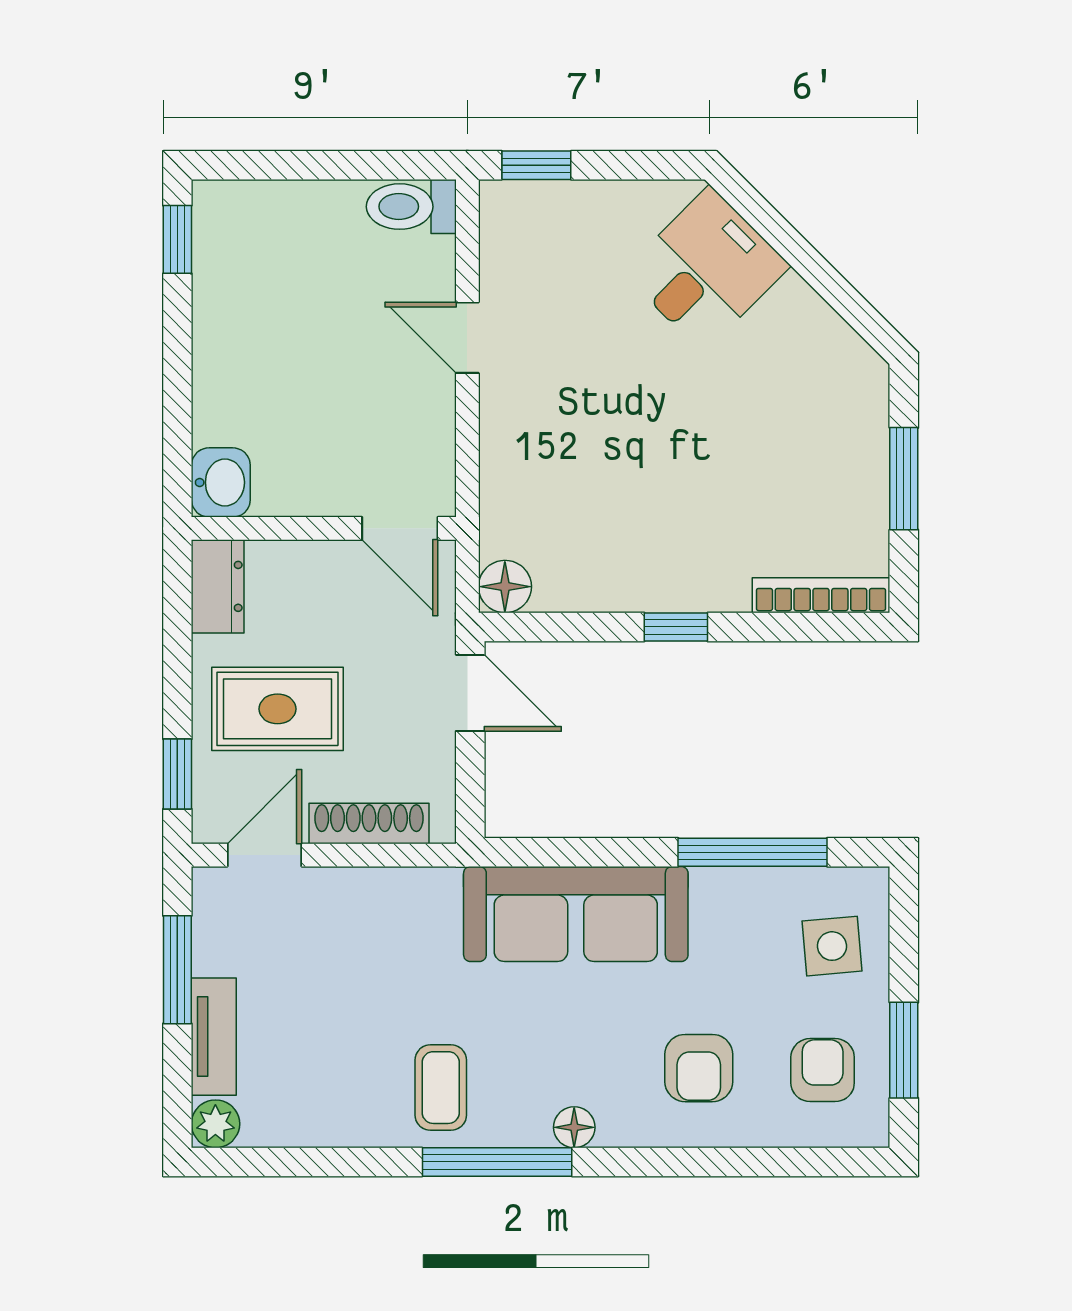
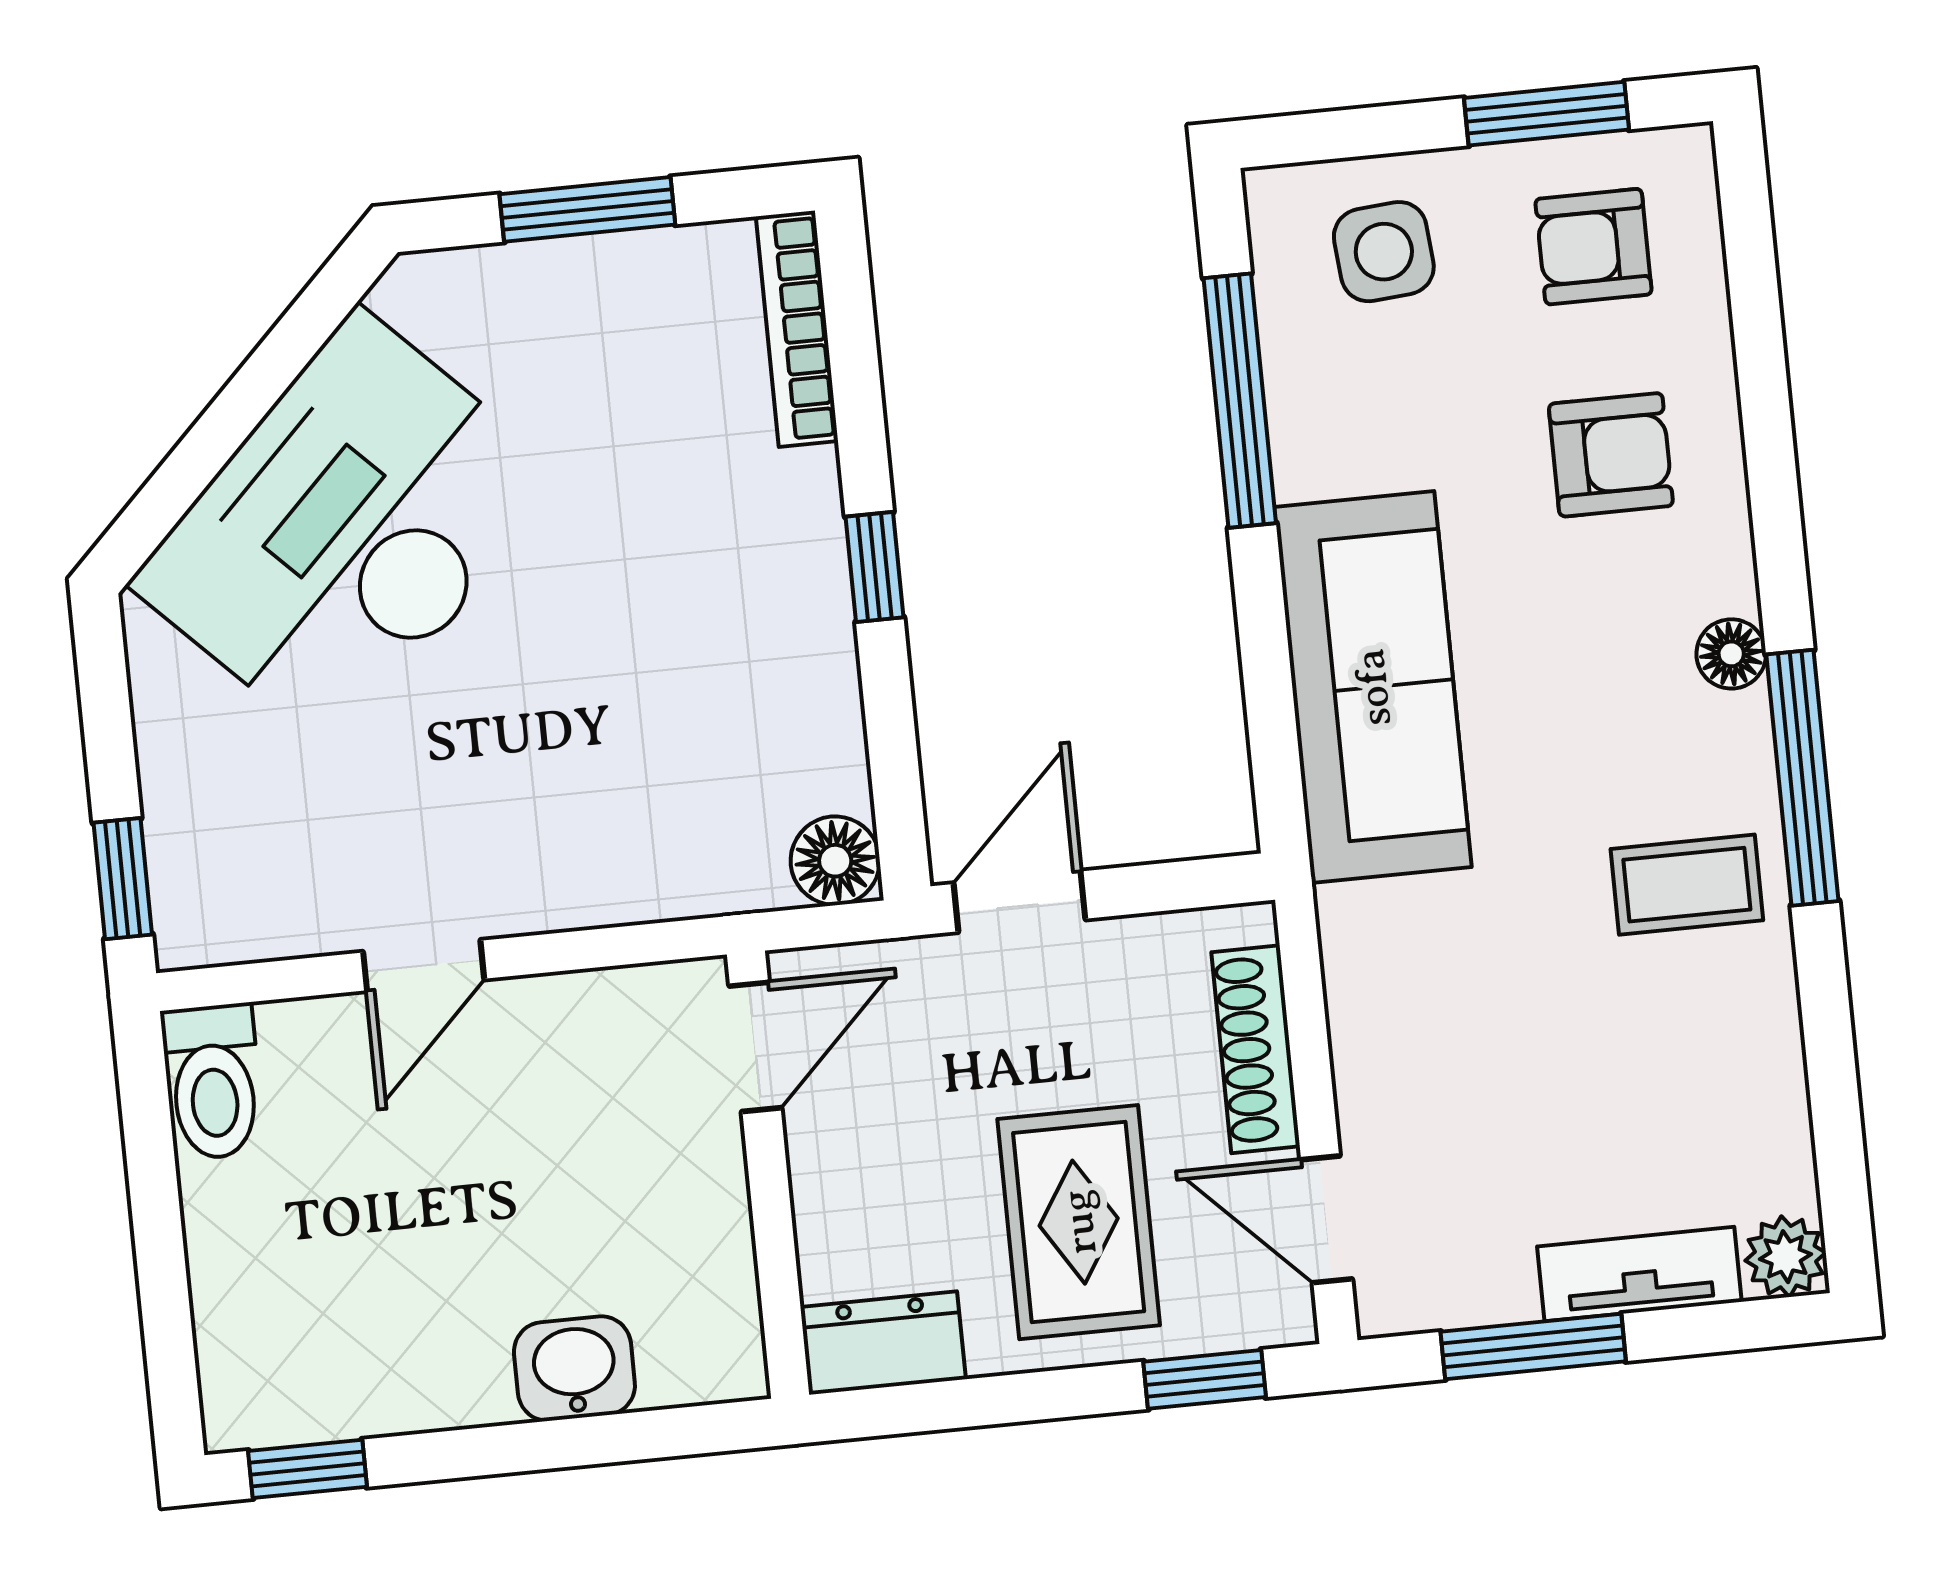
desk: (706, 269) -> (347, 530), width x1.87, depth x1.30
washbasin: (221, 482) -> (574, 1369), moved

